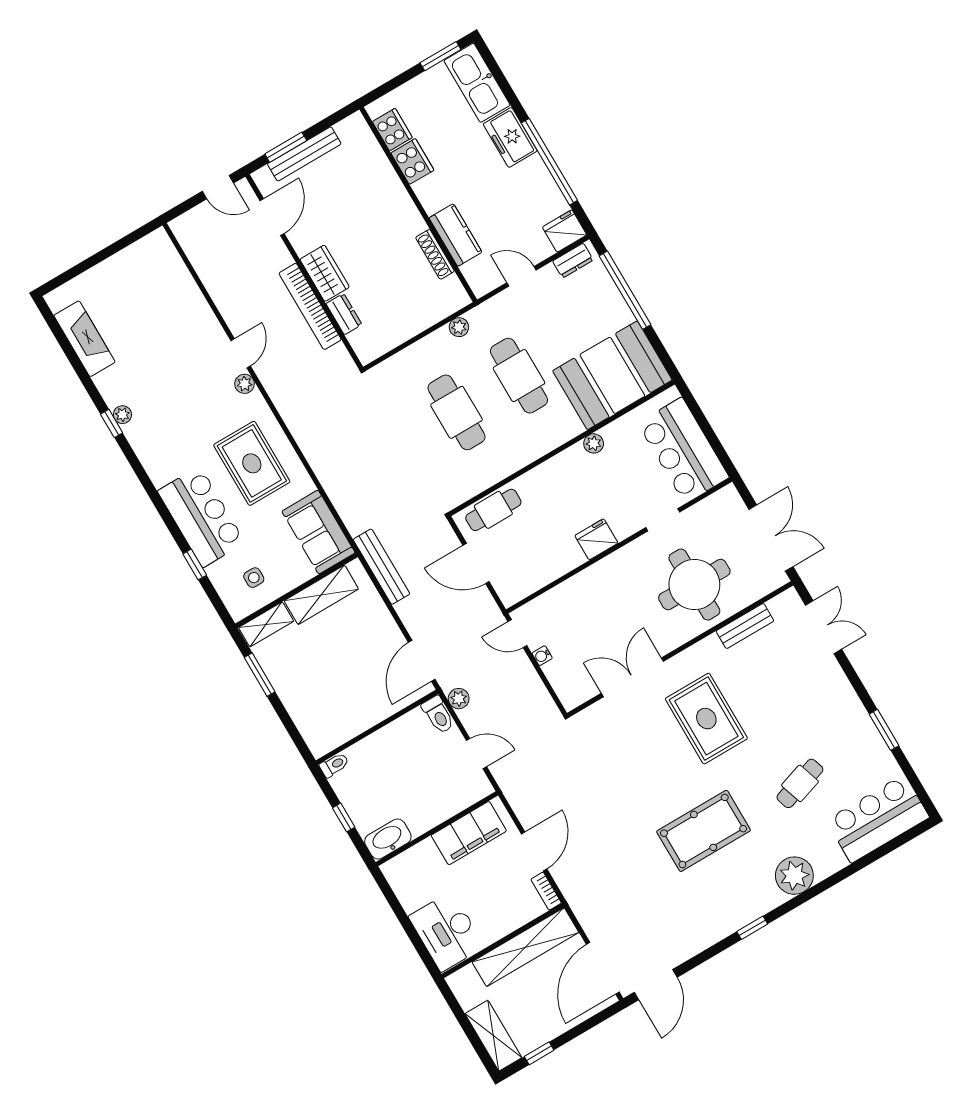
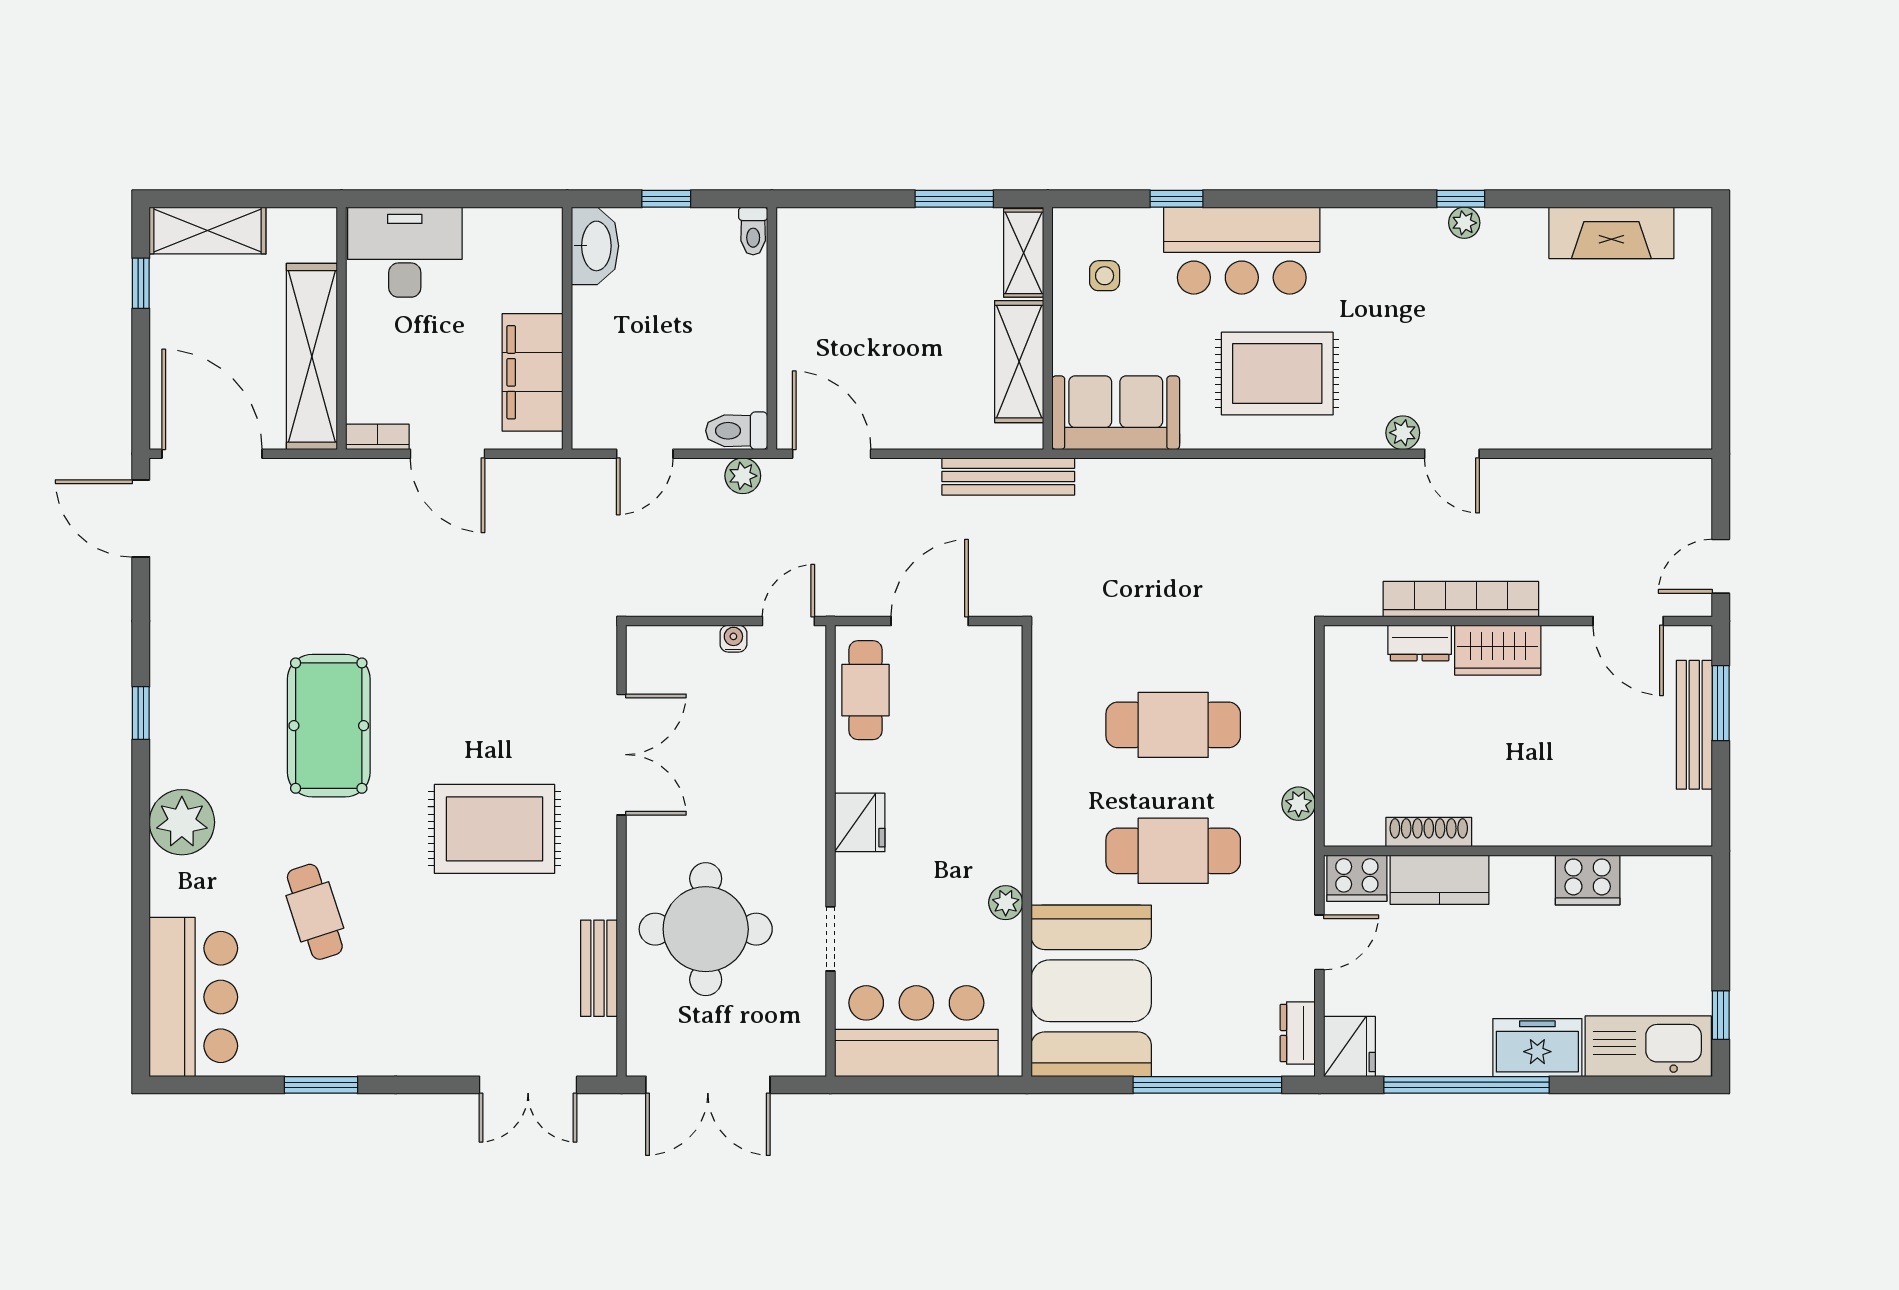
window: (440, 56) -> (1721, 1015), width x0.67
cooker: (392, 130) -> (1357, 878), moved
cafe table: (493, 510) -> (865, 690), moved

